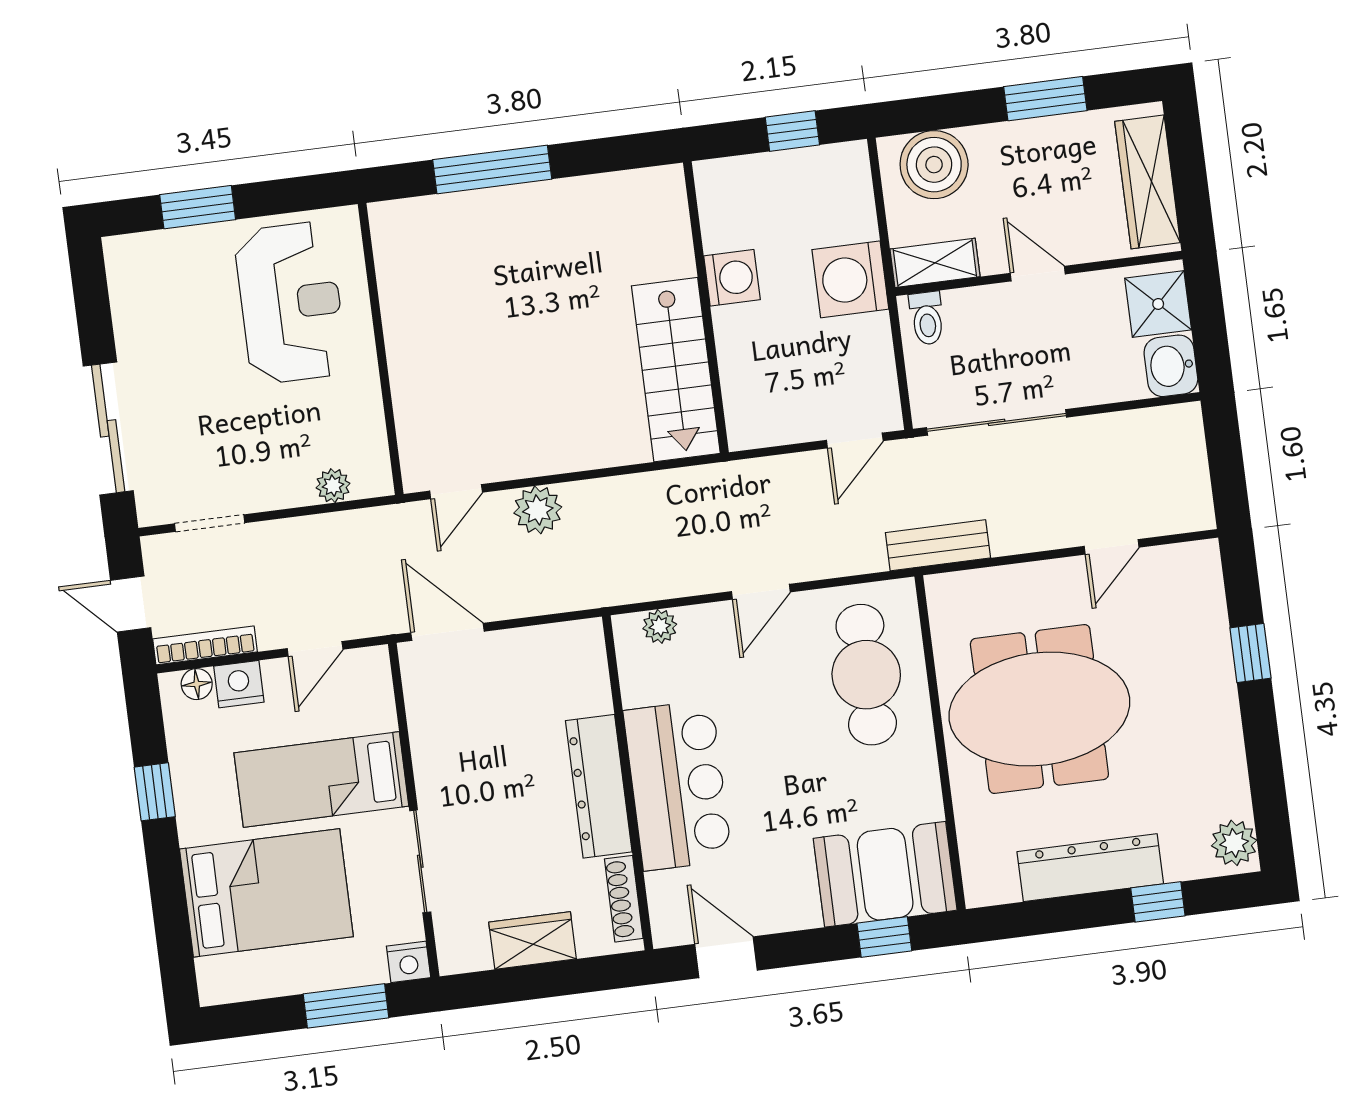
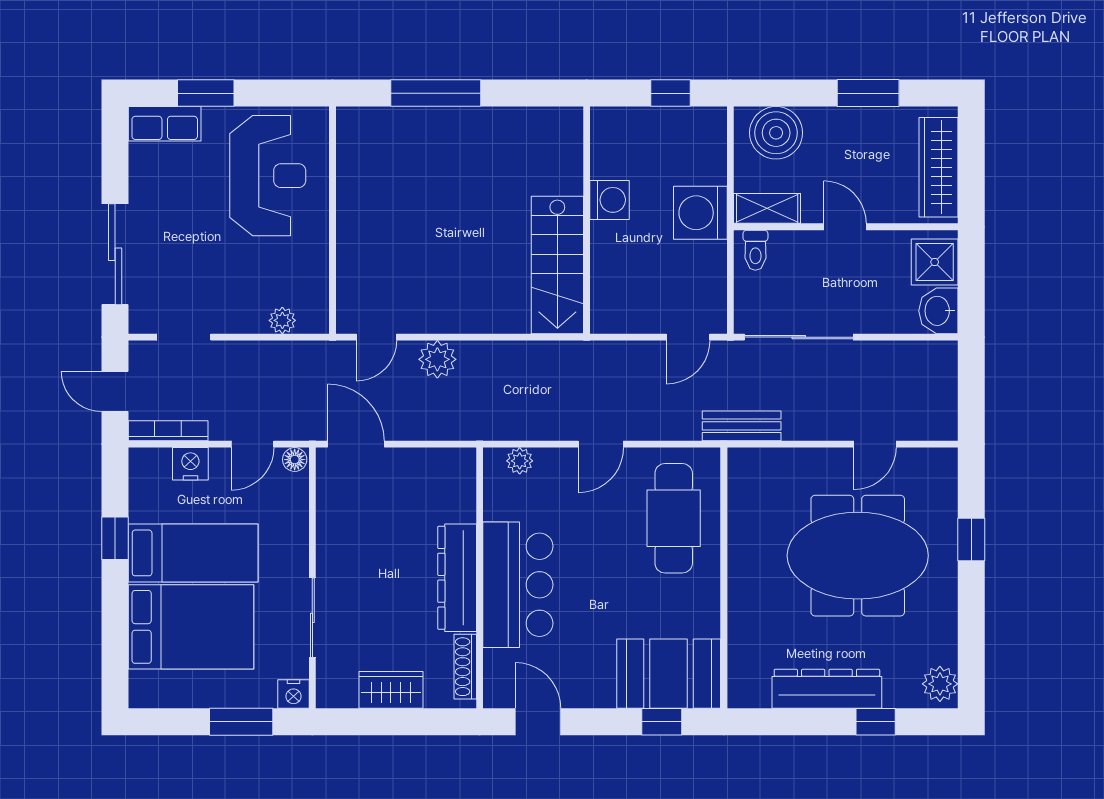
row of seats: (150, 253) -> (165, 124), added
floor lamp: (197, 684) -> (295, 460), moved
meeting table: (1039, 709) -> (858, 556), moved
bed: (321, 779) -> (193, 553), moved, turned 180

